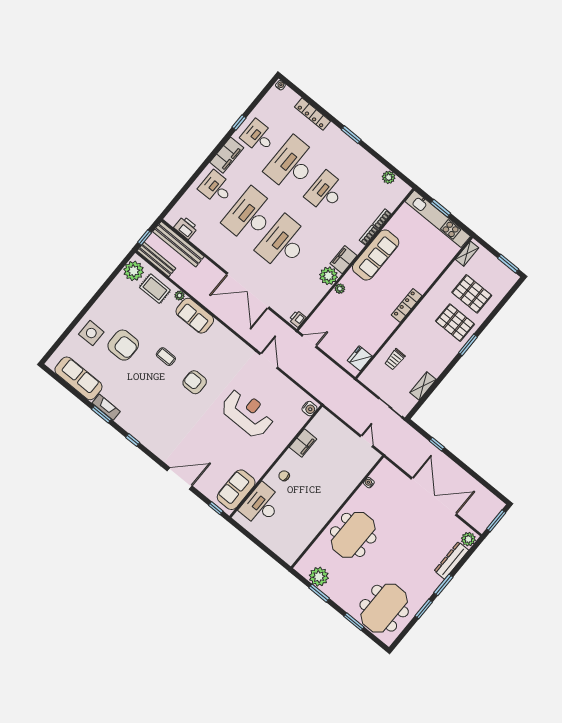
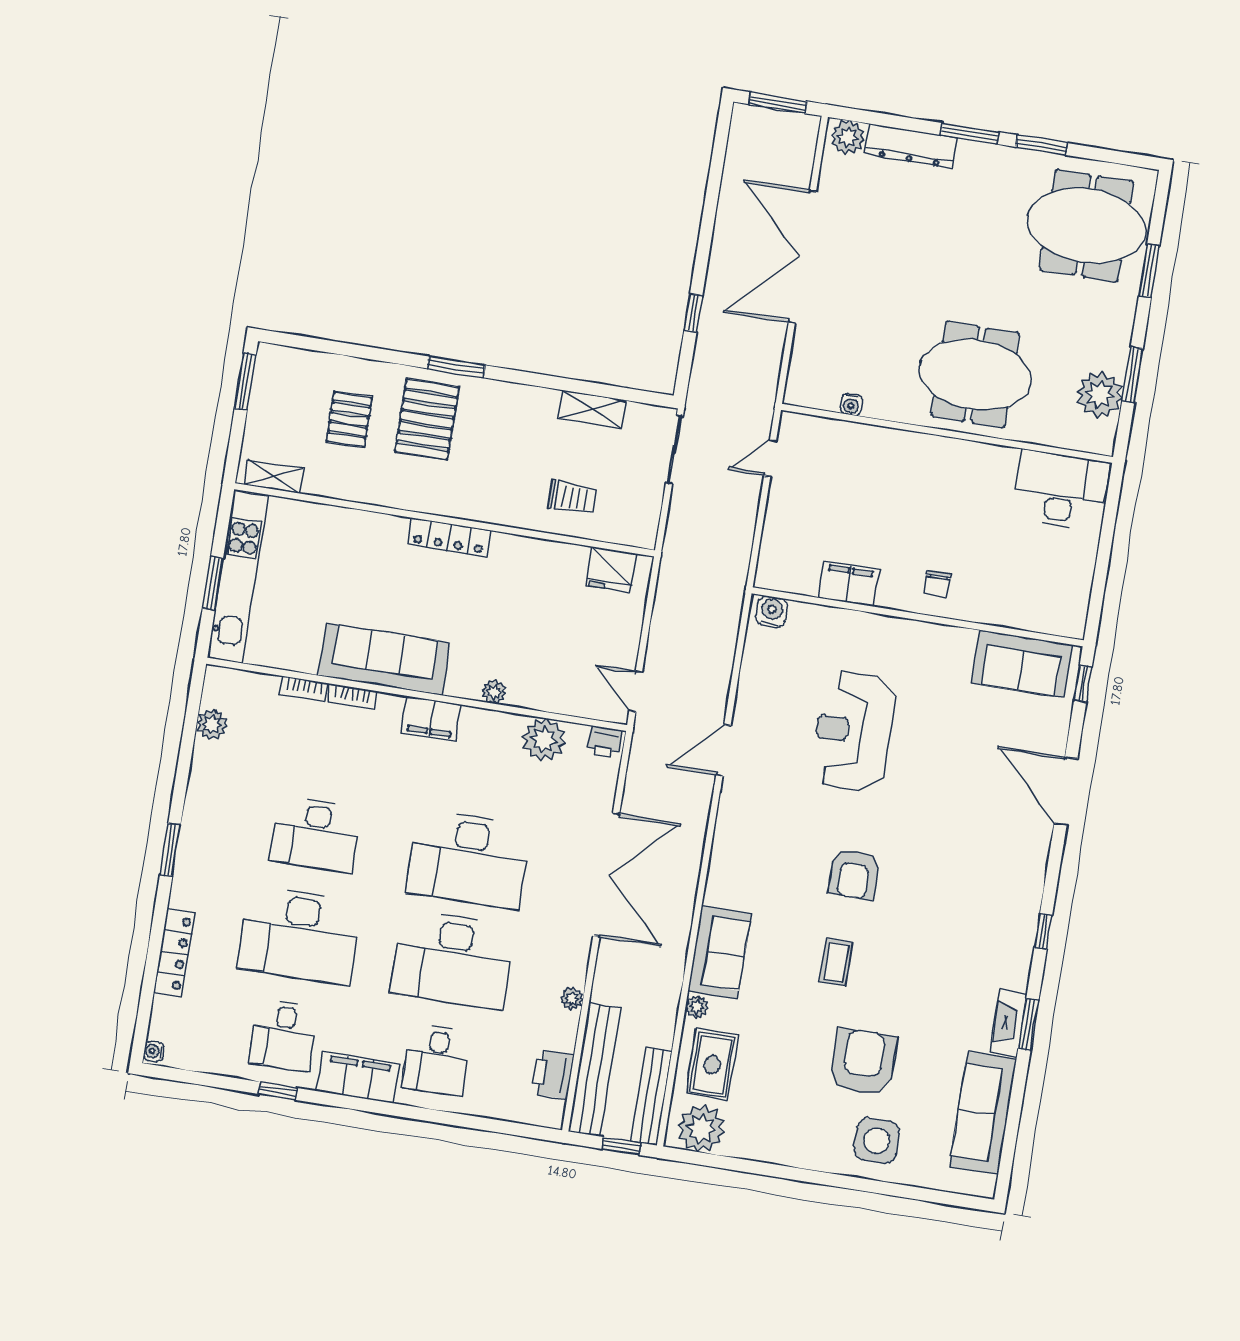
plant: (210, 251) -> (572, 999), added
plant: (328, 276) -> (544, 740), moved
pallet: (472, 294) -> (349, 419), width x0.67, depth x0.71
desk: (261, 505) -> (1061, 490), moved, turned 180

